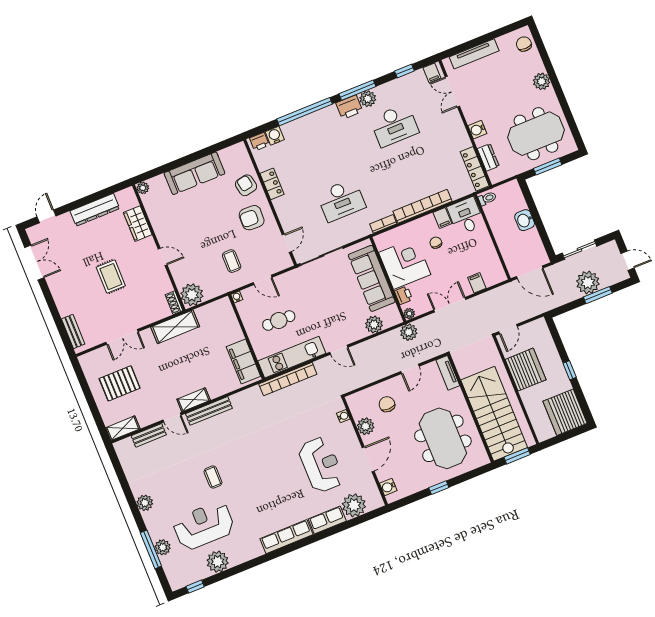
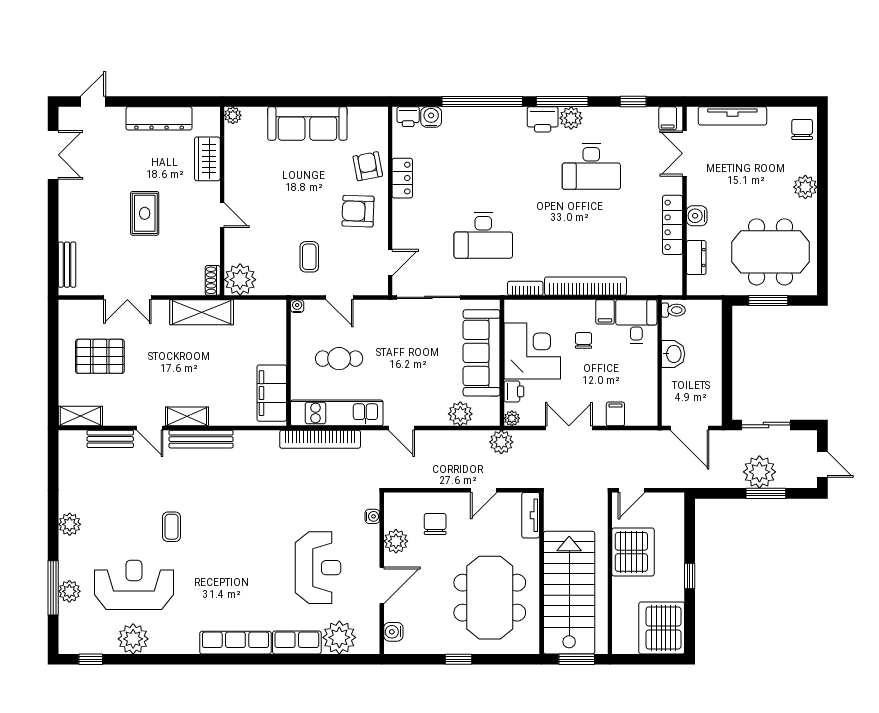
locker: (475, 169) -> (673, 225), moved
washbasin: (525, 220) -> (673, 354), moved, turned 180

